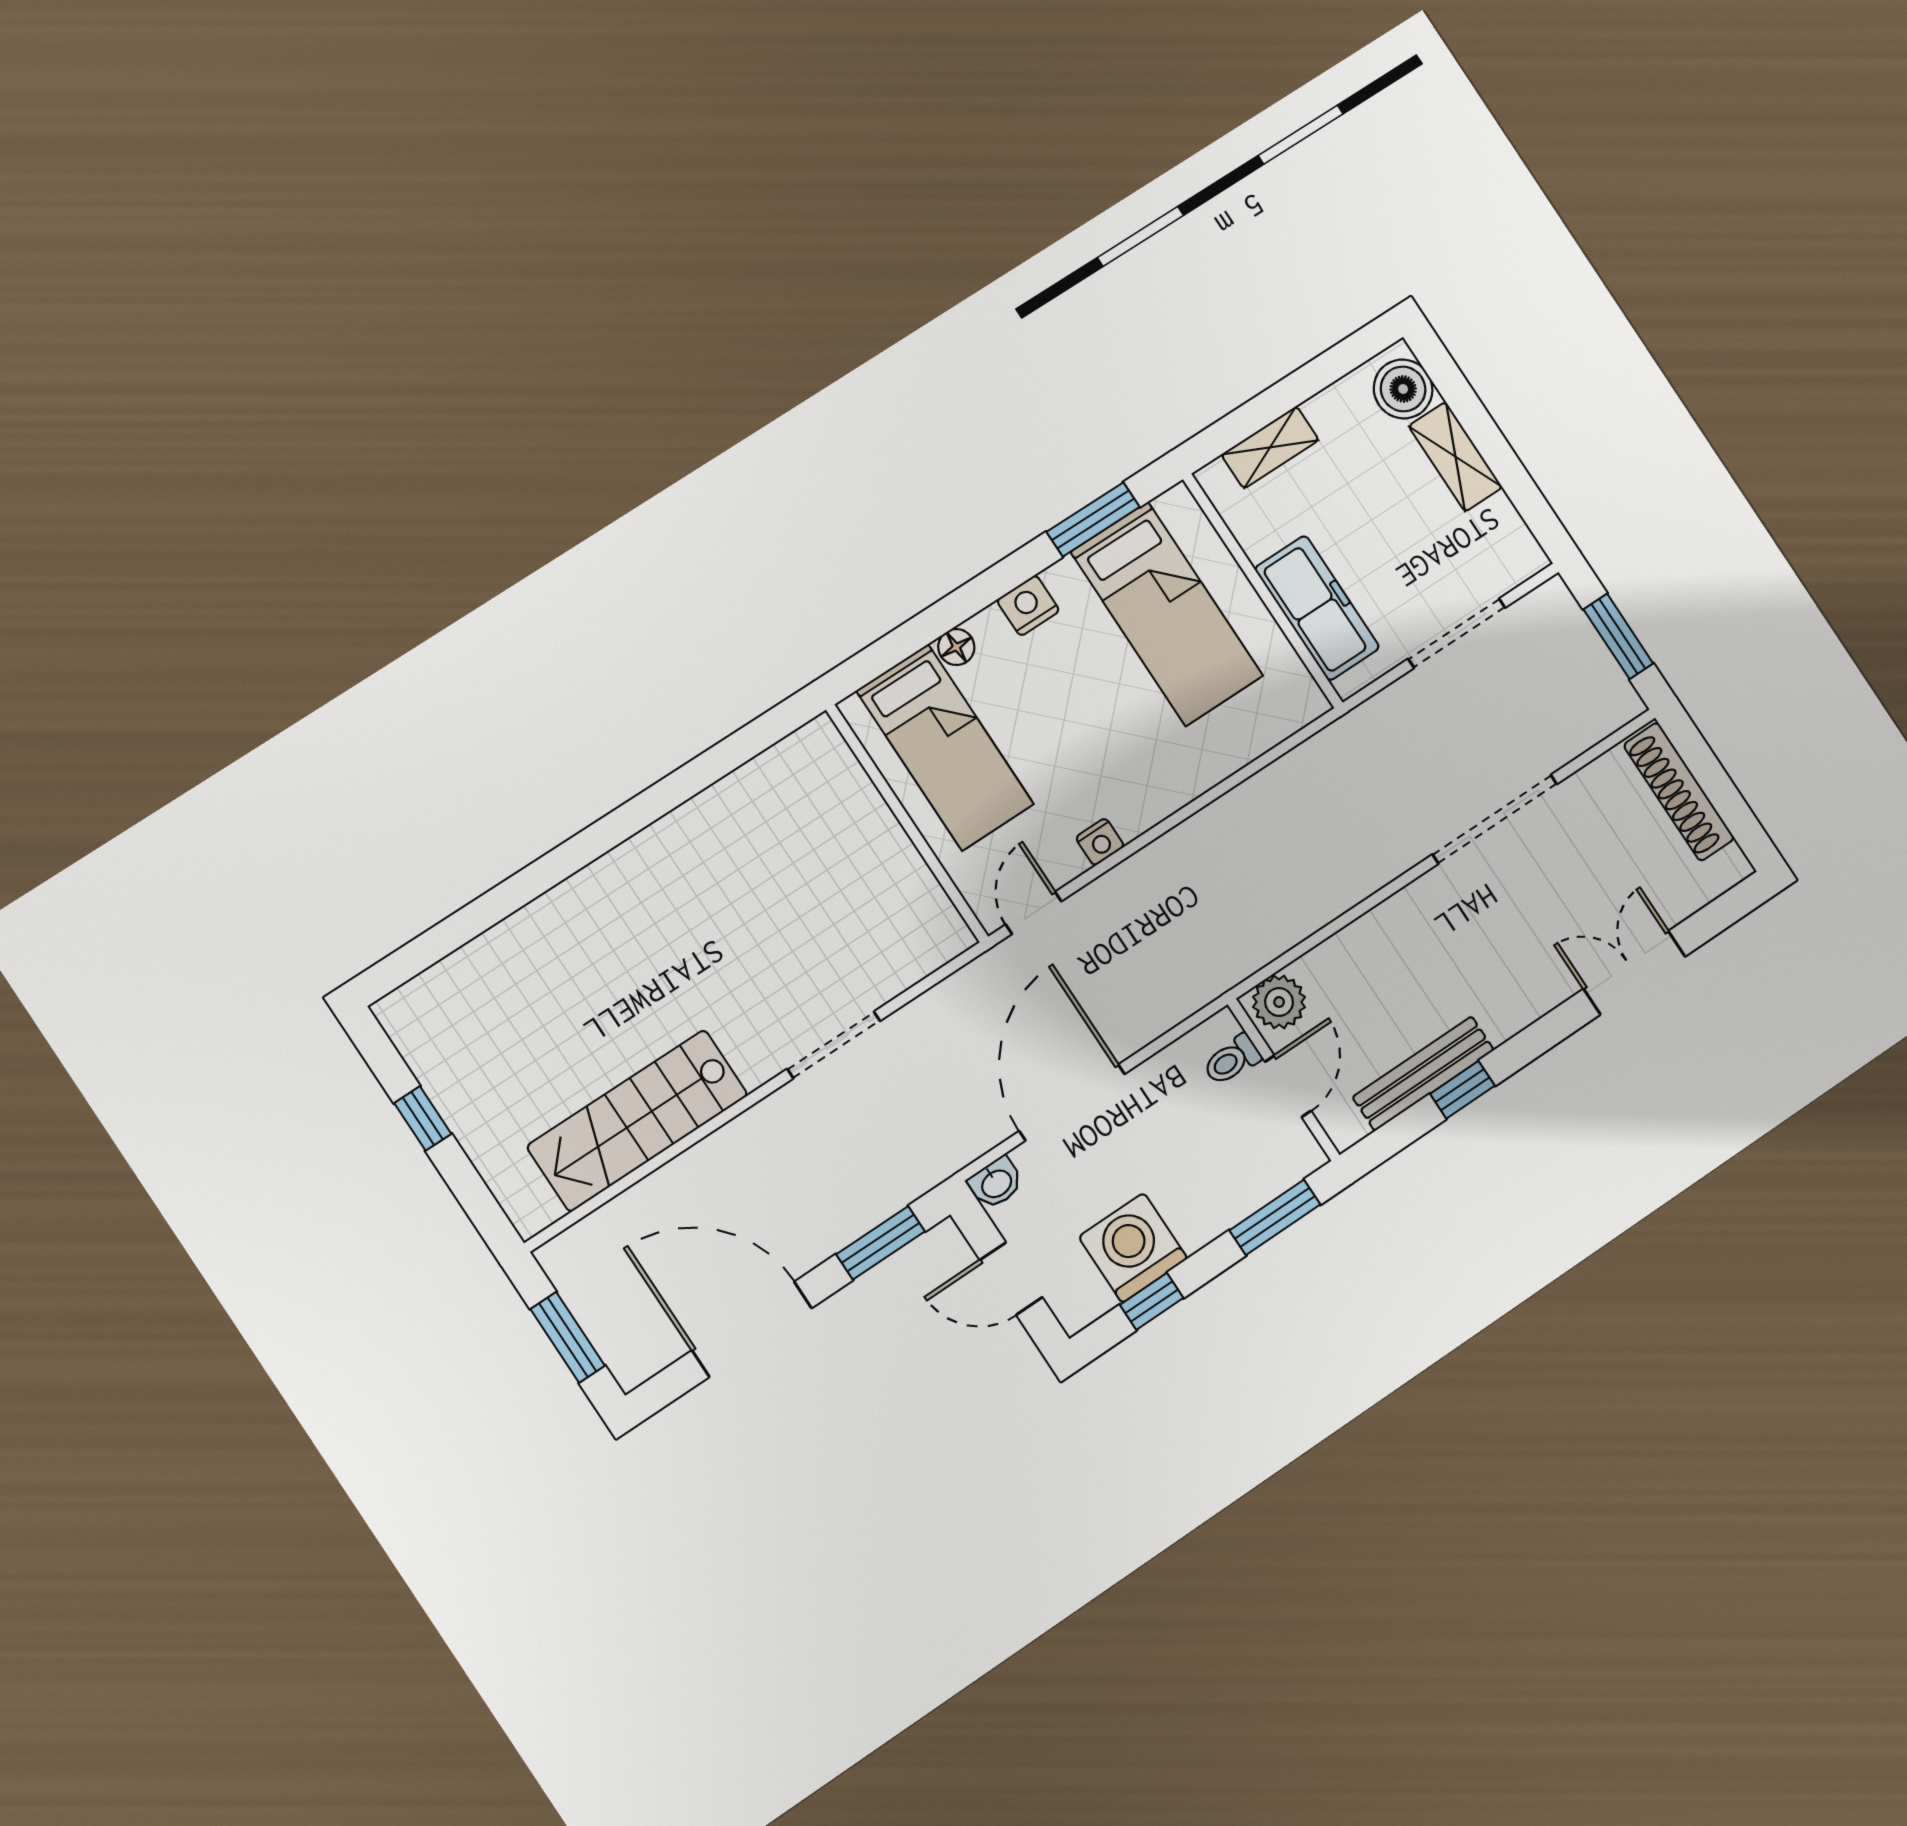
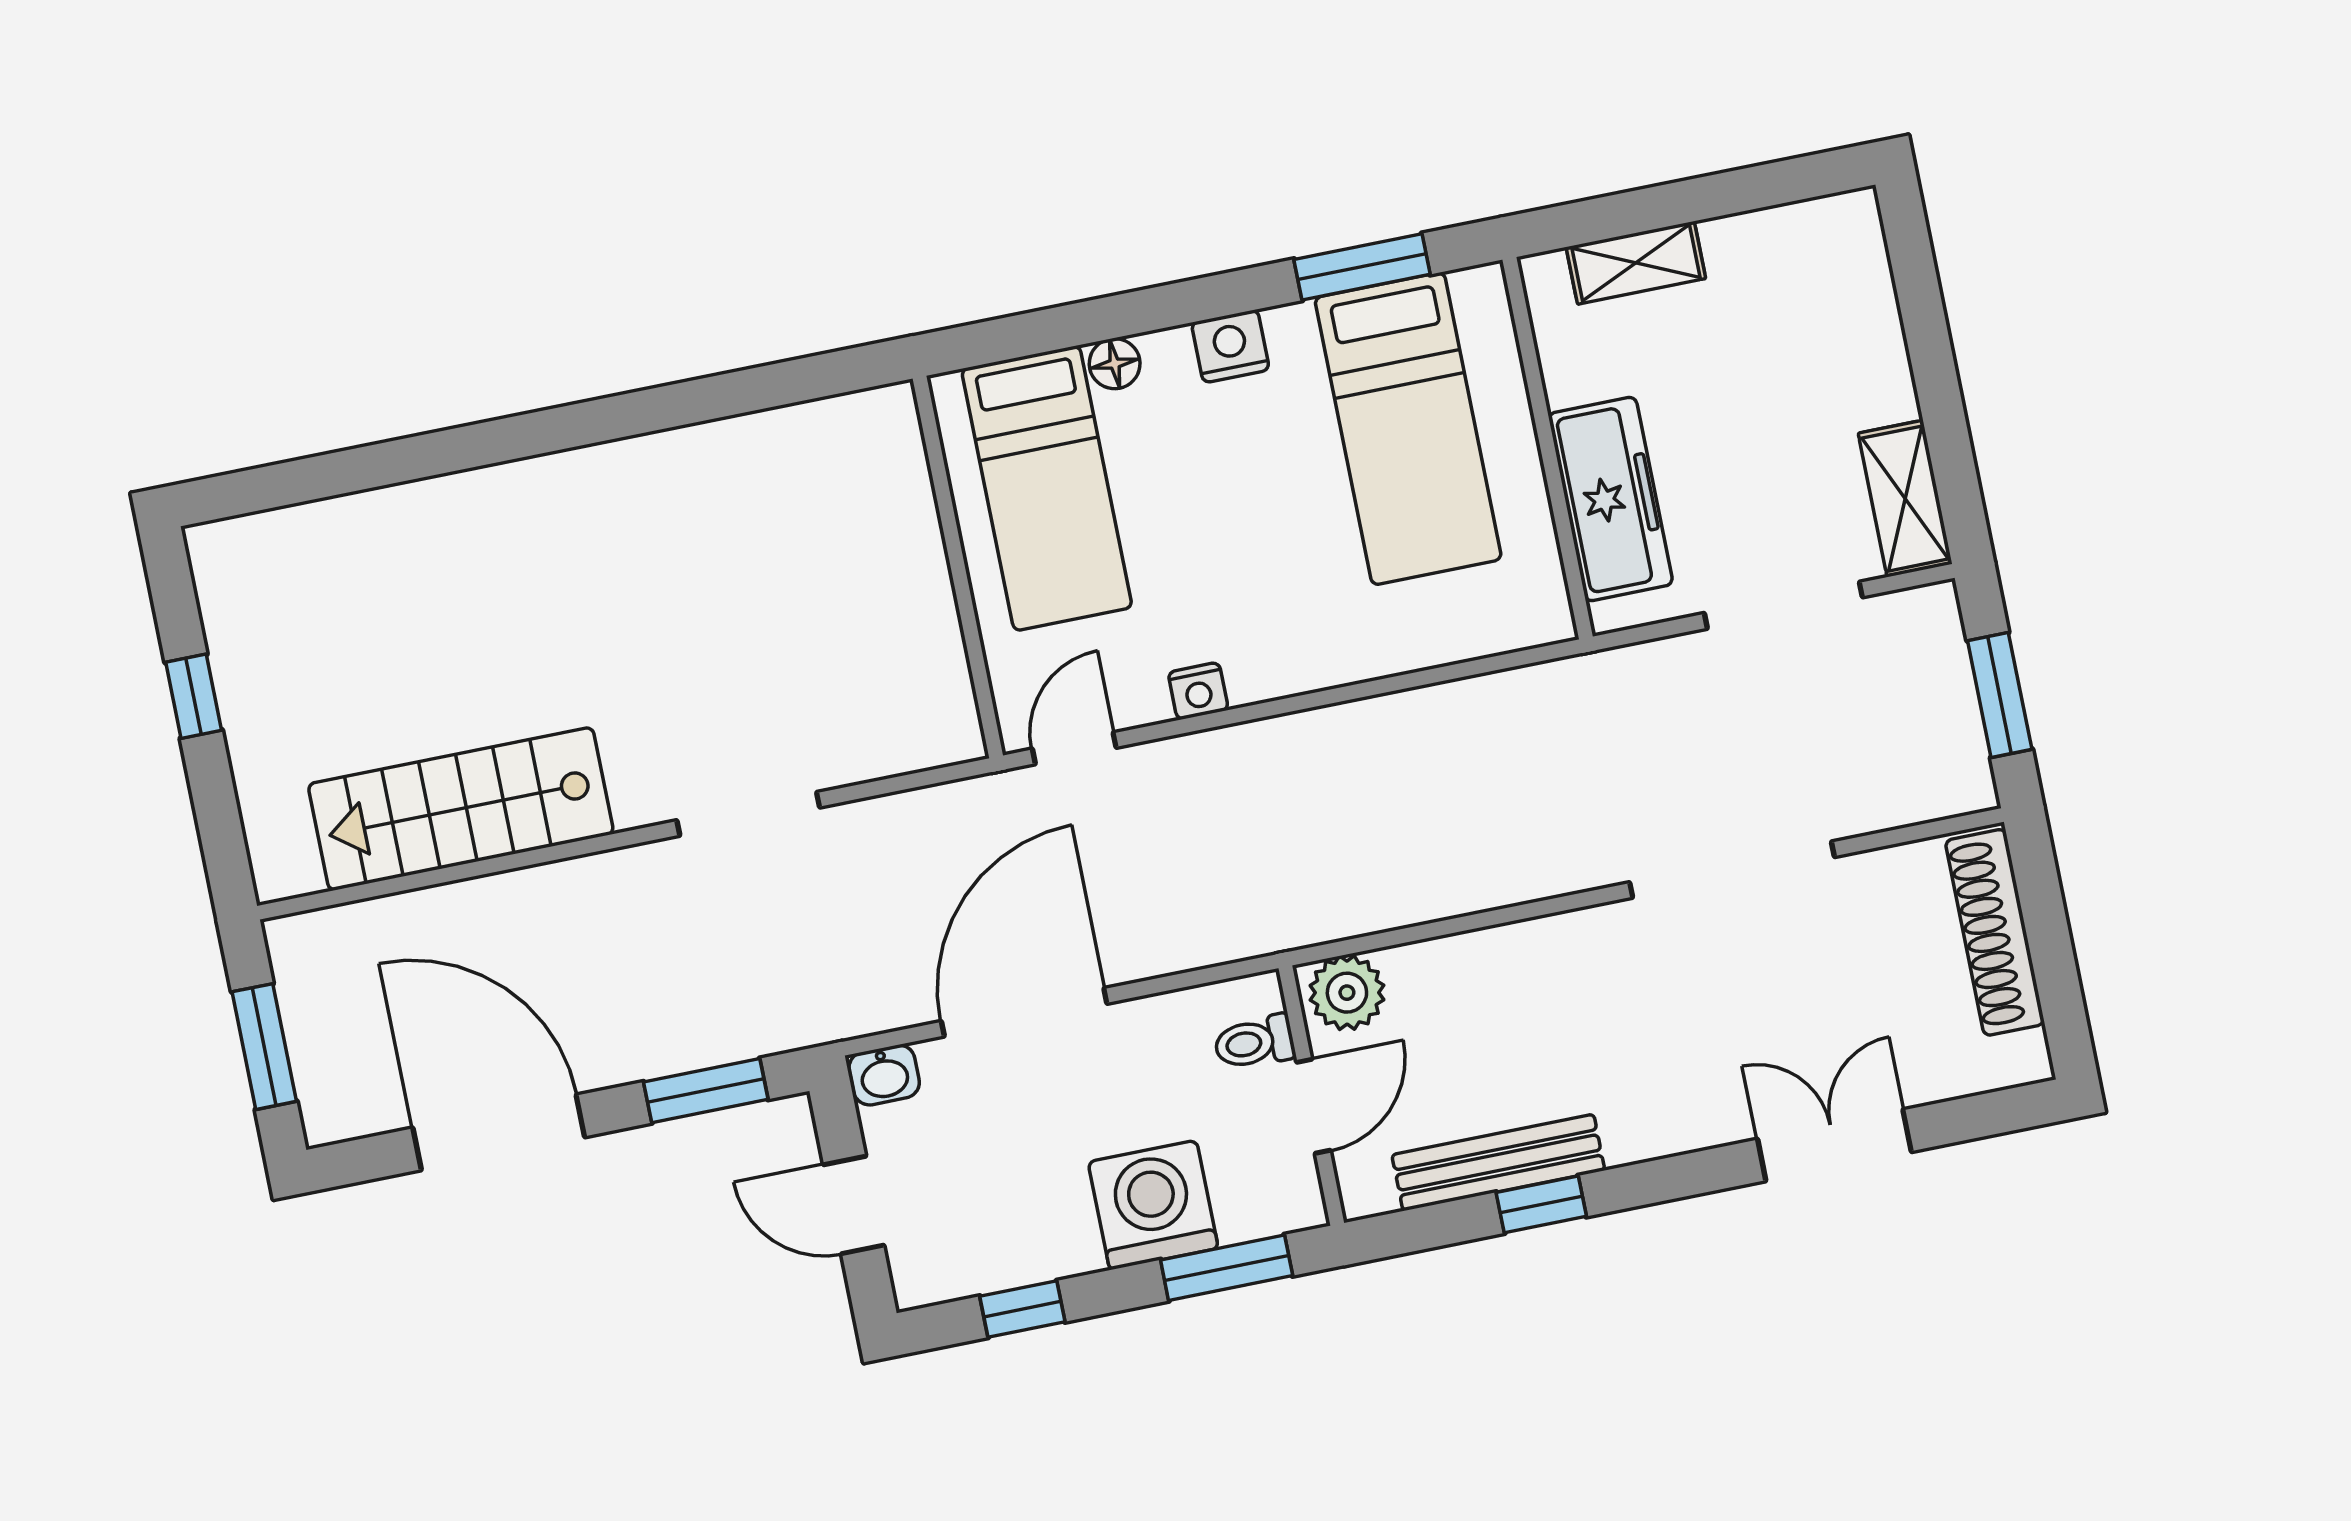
boiler: (1403, 389) -> (1846, 254), removed
shelving: (1455, 457) -> (1905, 499), moved
washing machine: (1133, 1248) -> (1153, 1205), moved

